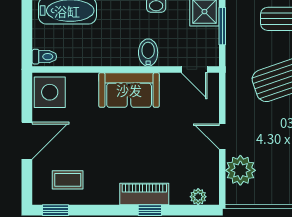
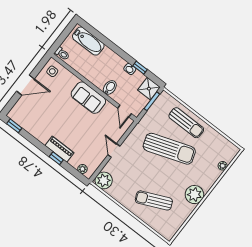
side table: (50, 92) -> (52, 71), width x0.54, depth x0.54
plant: (240, 170) -> (104, 180), moved
coffee table: (68, 180) -> (30, 117), removed

